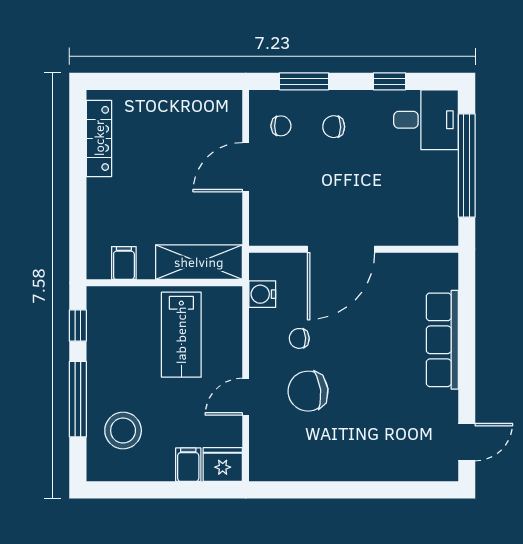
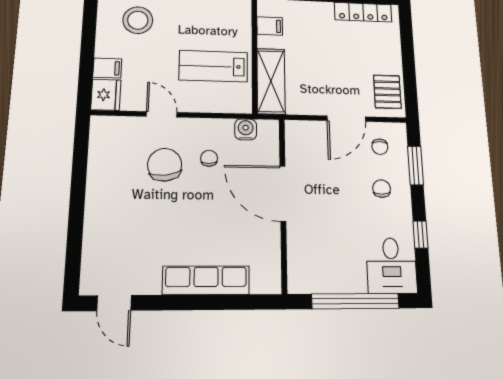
pallet: (208, 112) -> (387, 92), added
door: (246, 167) -> (346, 119), swing flipped

